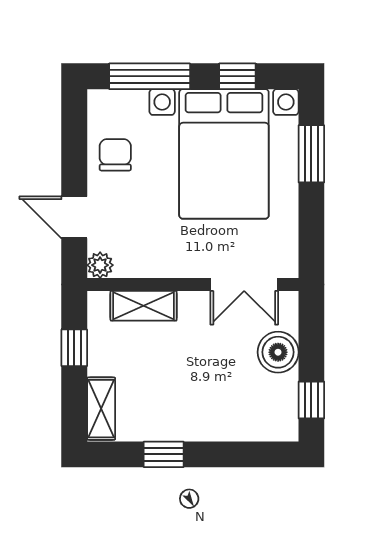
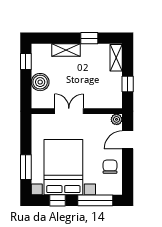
chair: (115, 155) -> (110, 167), turned 180
door: (74, 217) -> (128, 140), swing flipped
double door: (244, 285) -> (69, 111), moved
shelving: (144, 306) -> (66, 50), moved

